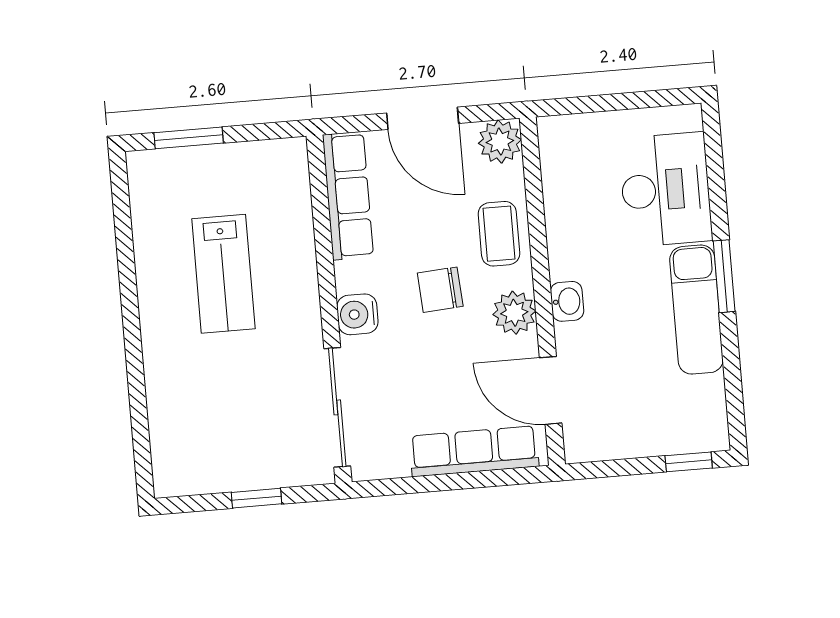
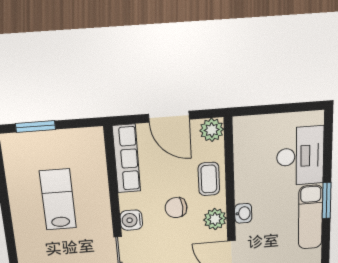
lab bench: (223, 274) -> (58, 200), turned 180

